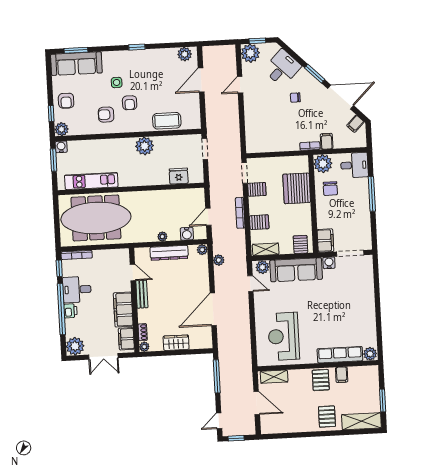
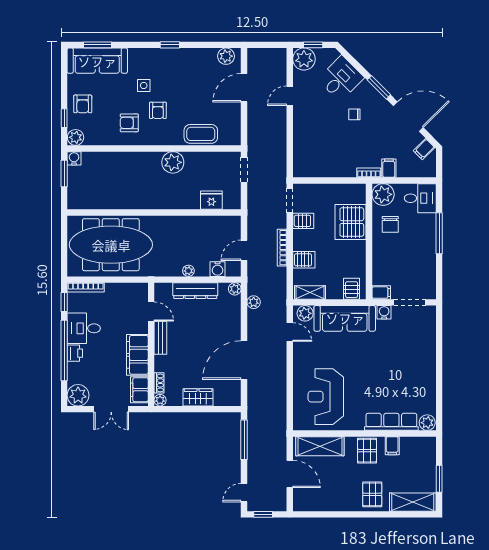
kitchen unit: (91, 181) -> (108, 201), removed
filing cabinet: (325, 241) -> (381, 293), width x0.50
shelving: (274, 377) -> (320, 446), width x1.50, depth x1.33

